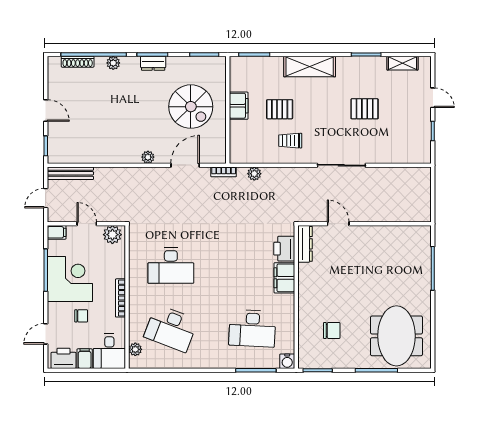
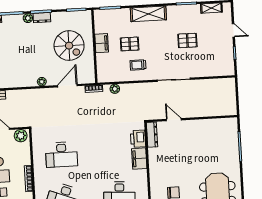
plant: (113, 63) -> (28, 18), moved

